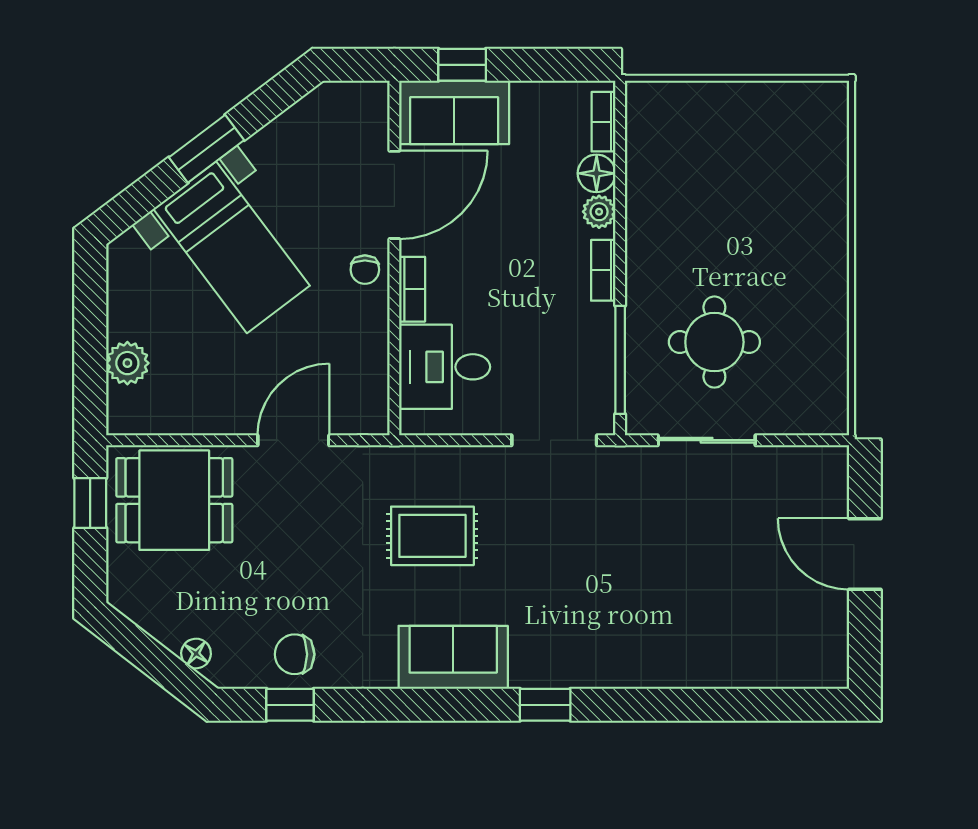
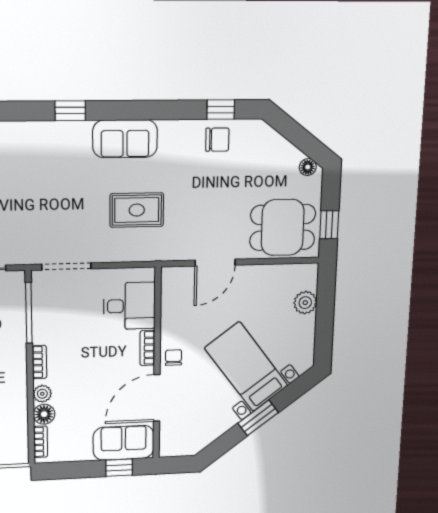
floor lamp: (196, 653) -> (308, 167), moved

